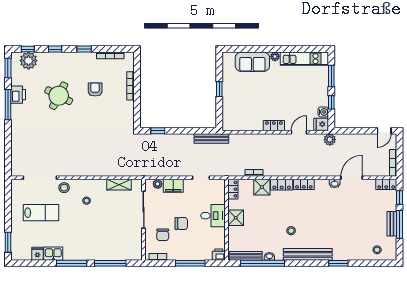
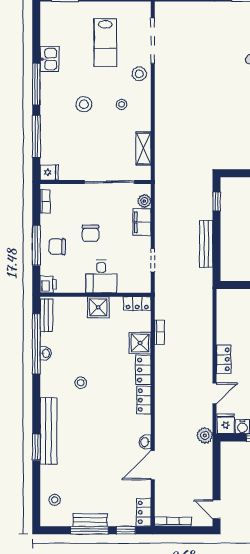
door: (299, 132) -> (215, 393), hinge flipped
bench: (211, 139) -> (206, 244), moved
door: (352, 178) -> (153, 465), swing flipped
stool: (86, 228) -> (84, 104), added
chair: (163, 235) -> (57, 247), moved
fridge: (37, 254) -> (49, 172), moved
bench: (308, 254) -> (48, 431), moved
bench: (246, 256) -> (46, 315), width x0.73

